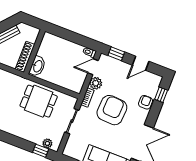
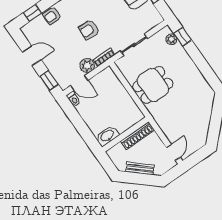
washbasin: (38, 66) -> (107, 136), moved
dining table: (39, 101) -> (153, 85), turned 90
armchair: (112, 110) -> (89, 30), width x0.53, depth x0.53

